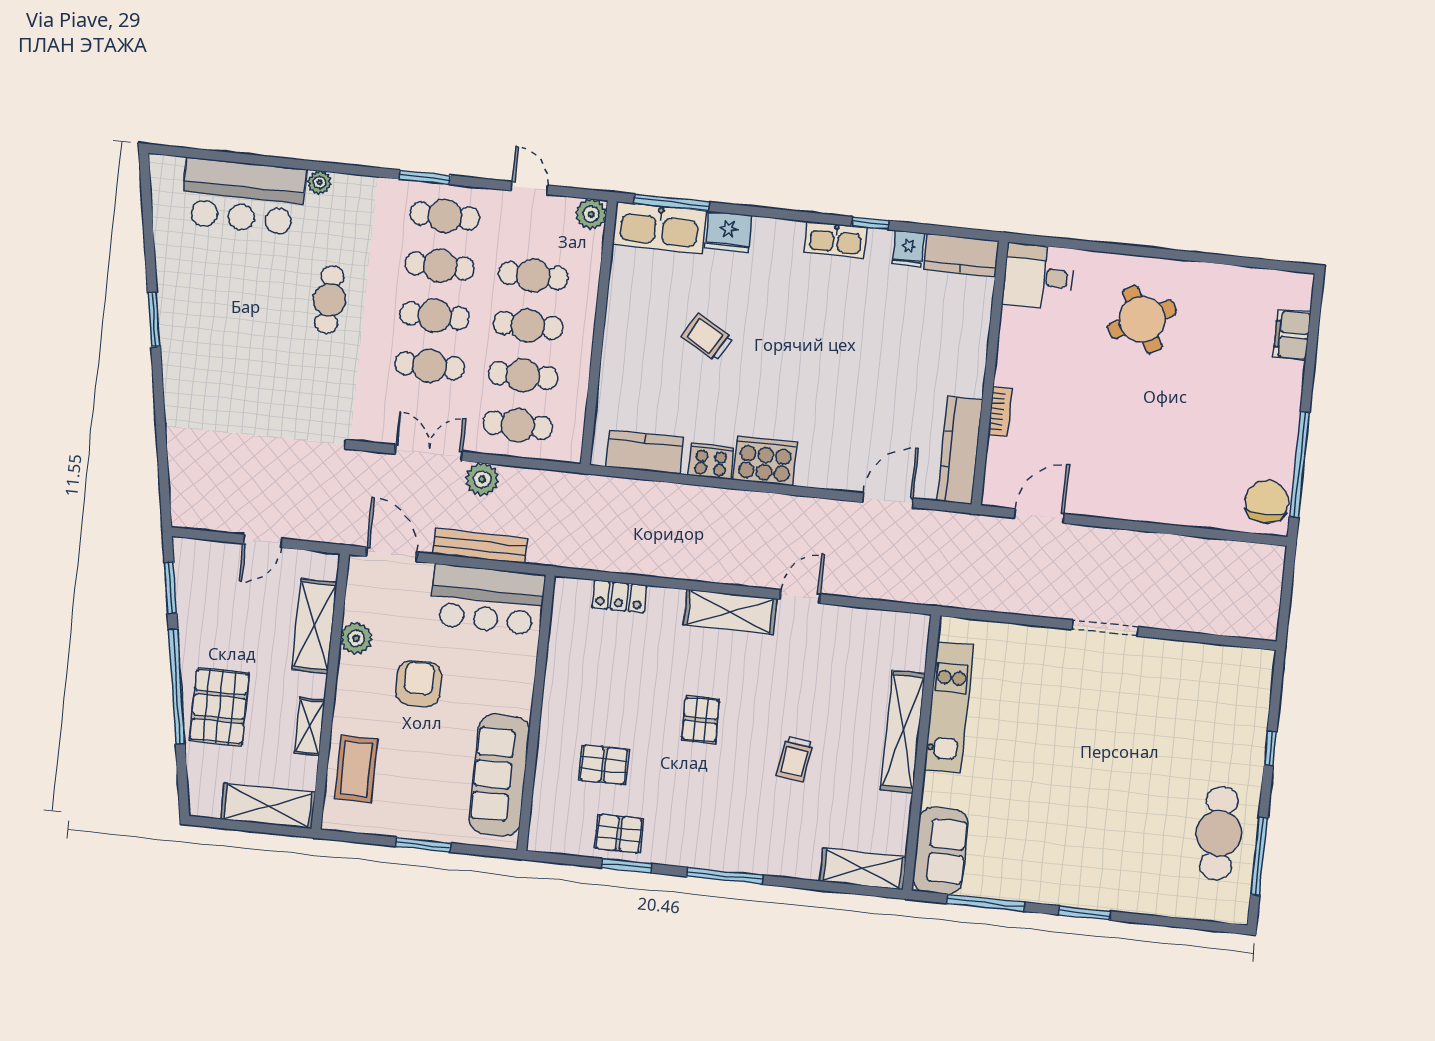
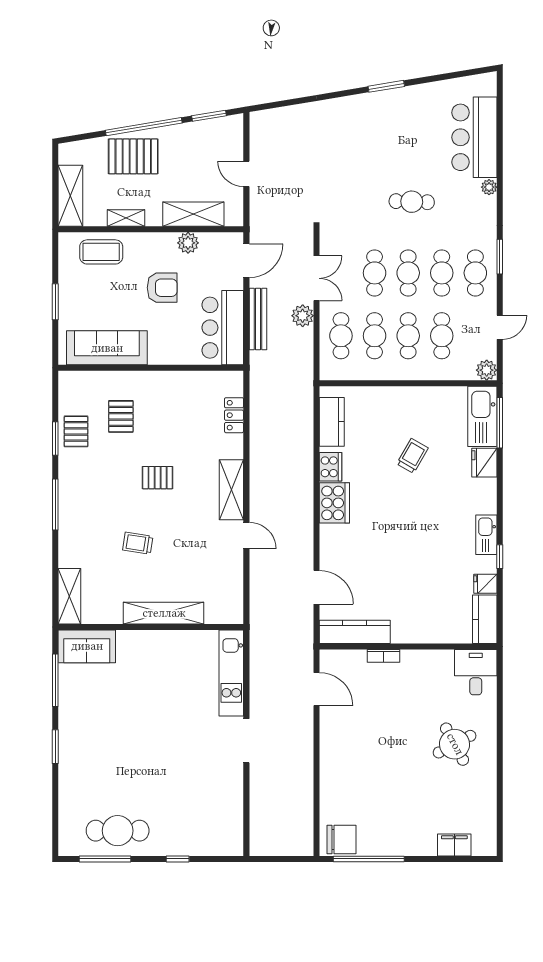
kitchen unit: (949, 707) -> (231, 673), moved, turned 90

